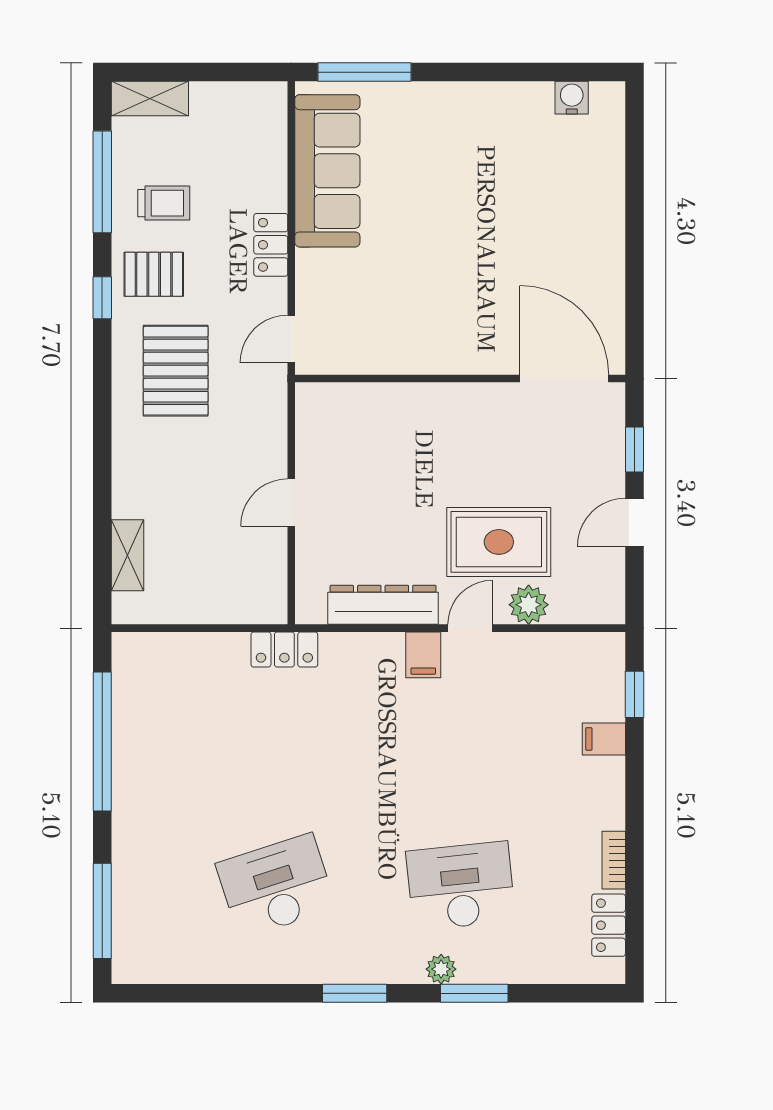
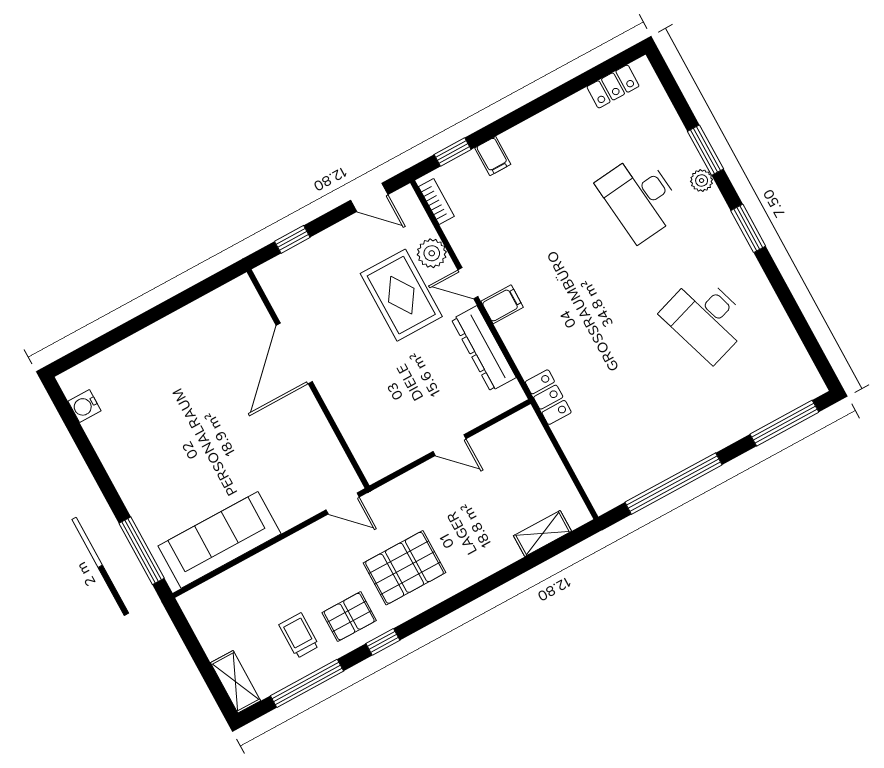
locker: (271, 245) -> (288, 550), removed
pallet: (154, 274) -> (349, 617), turned 90
door: (564, 379) -> (294, 353), moved
door: (634, 522) -> (369, 197), moved
bookcase: (614, 860) -> (436, 201), moved, turned -90

